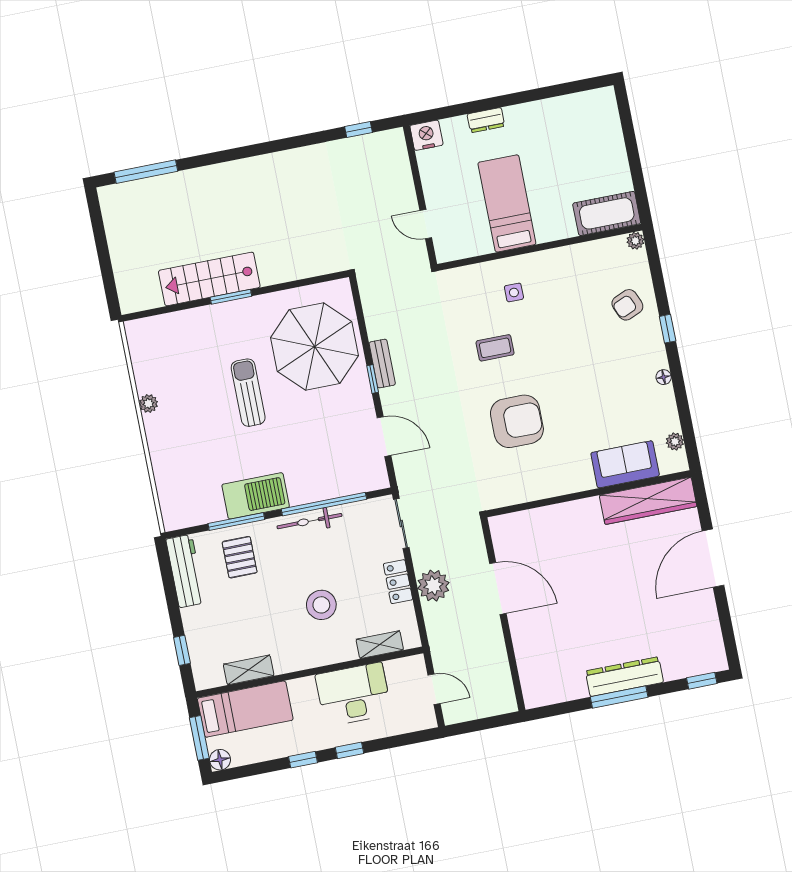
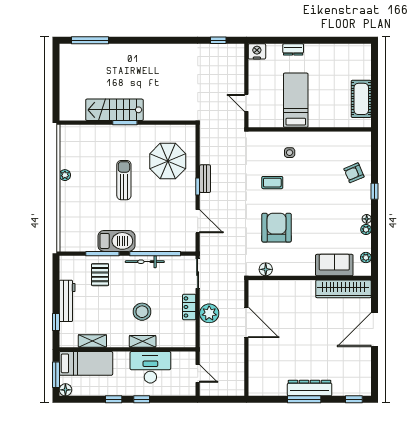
cot: (607, 213) -> (361, 99), moved, turned 90
plant: (635, 241) -> (366, 230), moved
parasol: (315, 347) -> (168, 161), width x0.73, depth x0.73
armchair: (517, 421) -> (277, 228), turned -90
floor lamp: (513, 494) -> (266, 269), added
workbench: (186, 571) -> (67, 301), moved
shelving: (380, 645) -> (143, 341), moved

